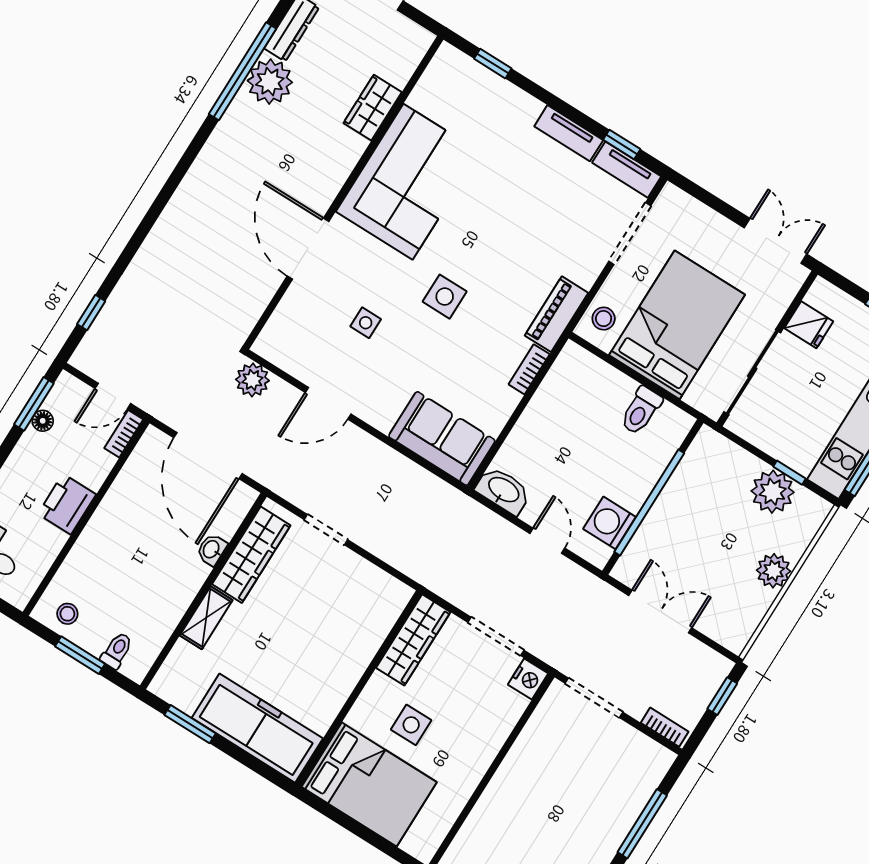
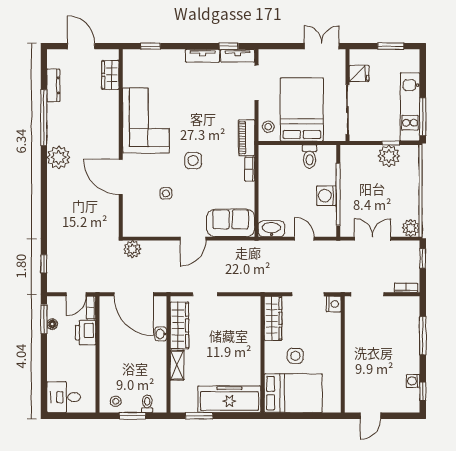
plant: (270, 82) -> (59, 157), moved
wardrobe: (373, 108) -> (110, 75), moved
door: (328, 403) -> (193, 239), moved
printer: (67, 504) -> (86, 333), moved
washing machine: (609, 523) -> (326, 196), moved
plant: (774, 571) -> (411, 228), moved

